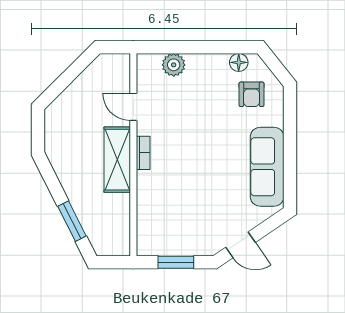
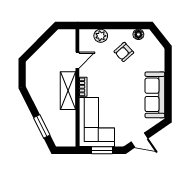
armchair: (251, 94) -> (124, 52), moved, turned 48
door: (133, 107) -> (77, 60), swing flipped
corner sofa: (167, 214) -> (97, 122), added

